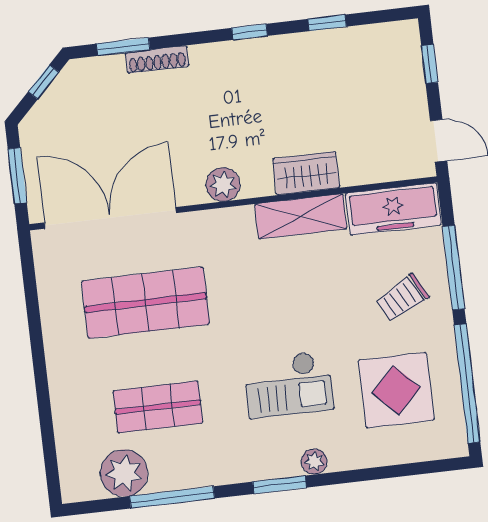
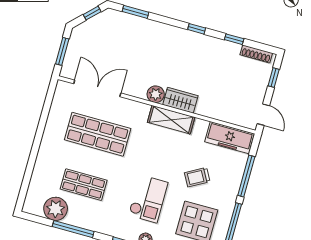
shoe rack: (157, 60) -> (256, 54), moved
wardrobe: (306, 173) -> (180, 100), moved
shelving: (301, 216) -> (171, 120), moved
double door: (110, 218) -> (97, 88), width x0.73
trolley: (402, 298) -> (197, 177), moved
checkout: (288, 384) -> (148, 199), turned -90

